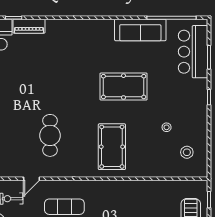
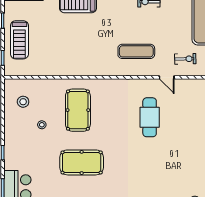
pool table: (112, 147) -> (78, 110), moved
door: (32, 179) -> (167, 77), swing flipped

